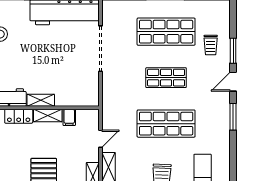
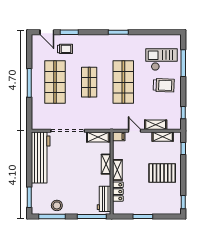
door: (233, 82) -> (47, 32), moved
shelving: (92, 89) -> (98, 137), added
shelving: (41, 100) -> (106, 164), moved
filing cabinet: (69, 117) -> (119, 136), moved

